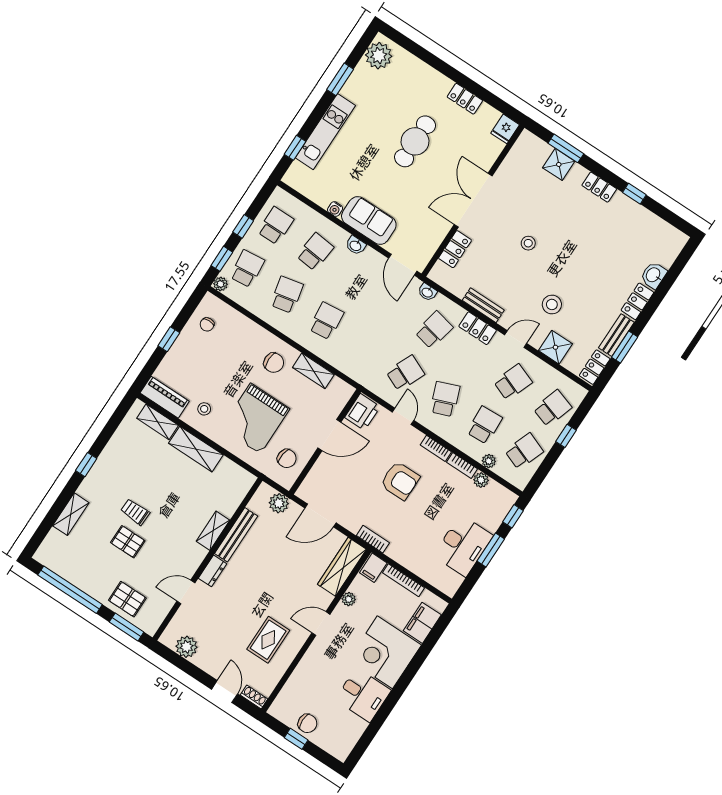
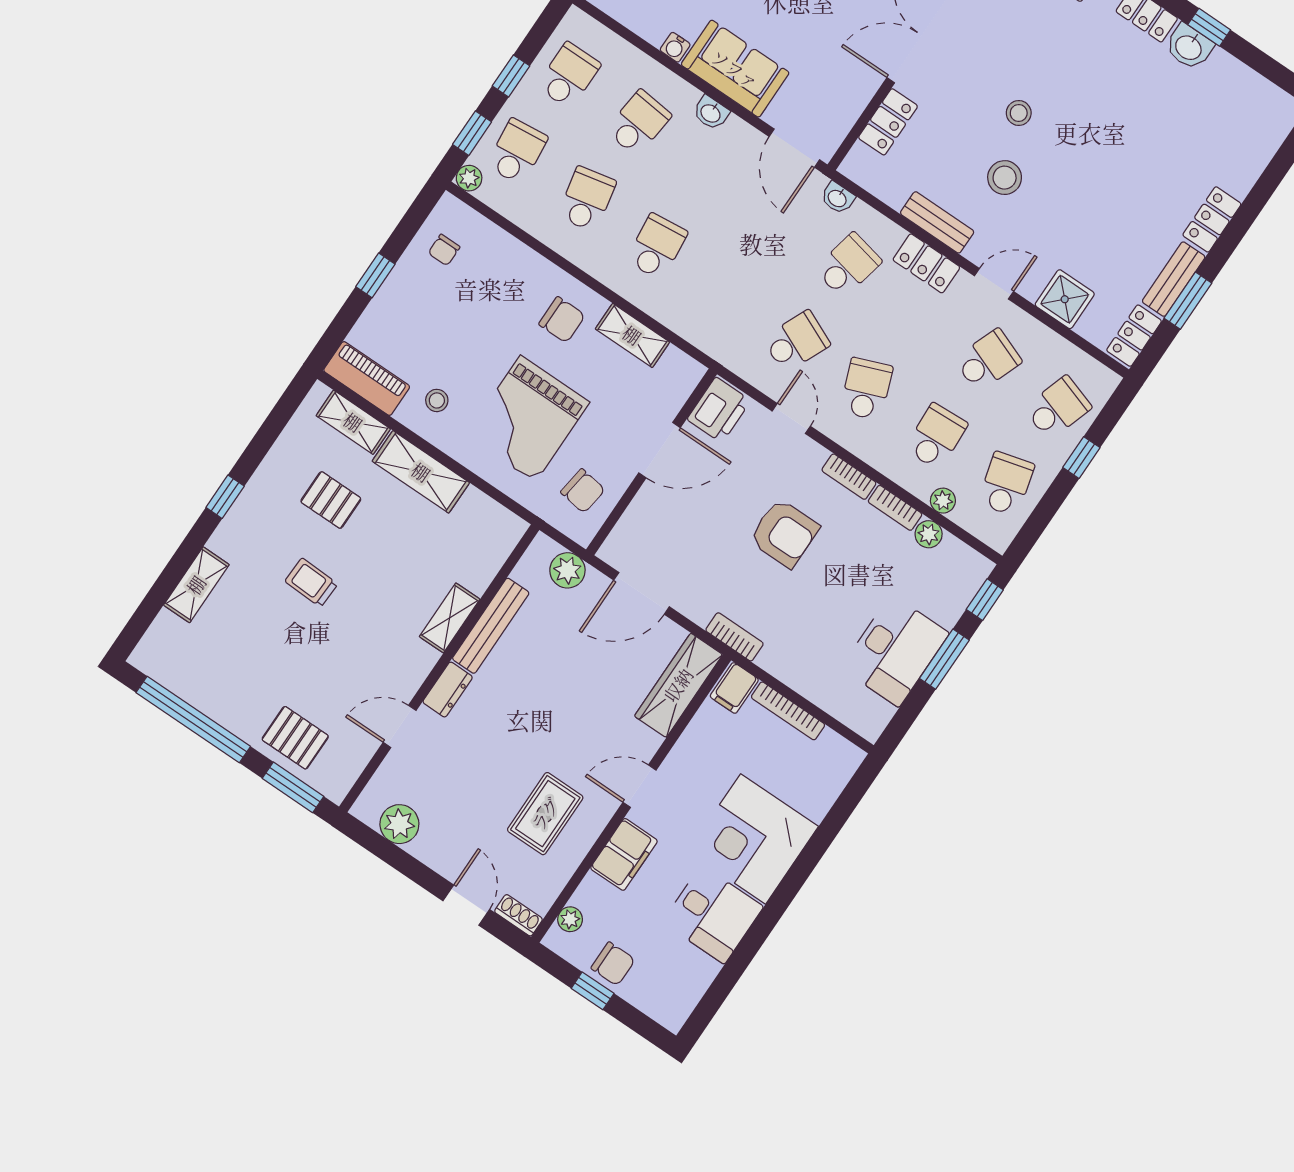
washbasin: (654, 275) -> (1189, 47), moved, turned -90
stool: (552, 304) -> (1005, 178), moved
school desk: (524, 451) -> (1006, 484), turned -36
pallet: (128, 542) -> (331, 500), moved
plant: (349, 599) -> (570, 919), moved
filing cabinet: (422, 623) -> (624, 854), moved, turned 180

